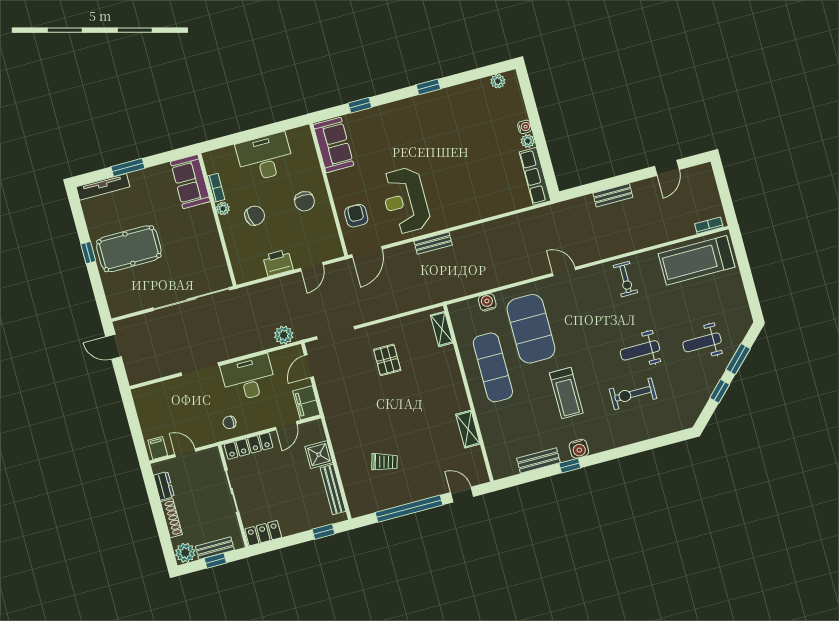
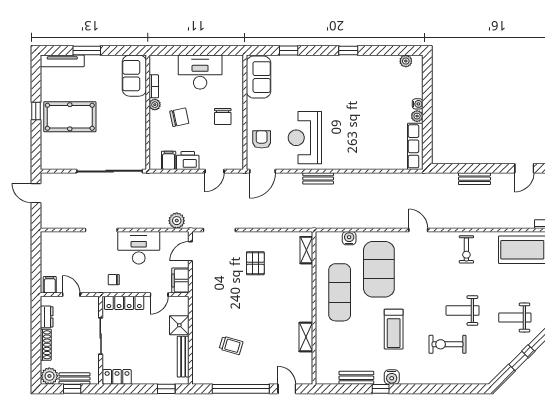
filing cabinet: (256, 268) -> (169, 160), added

